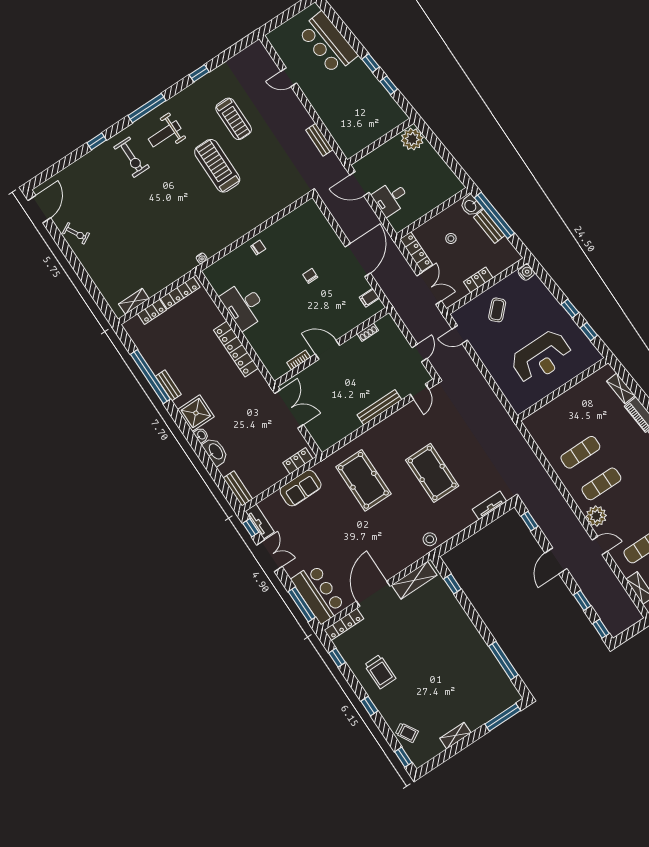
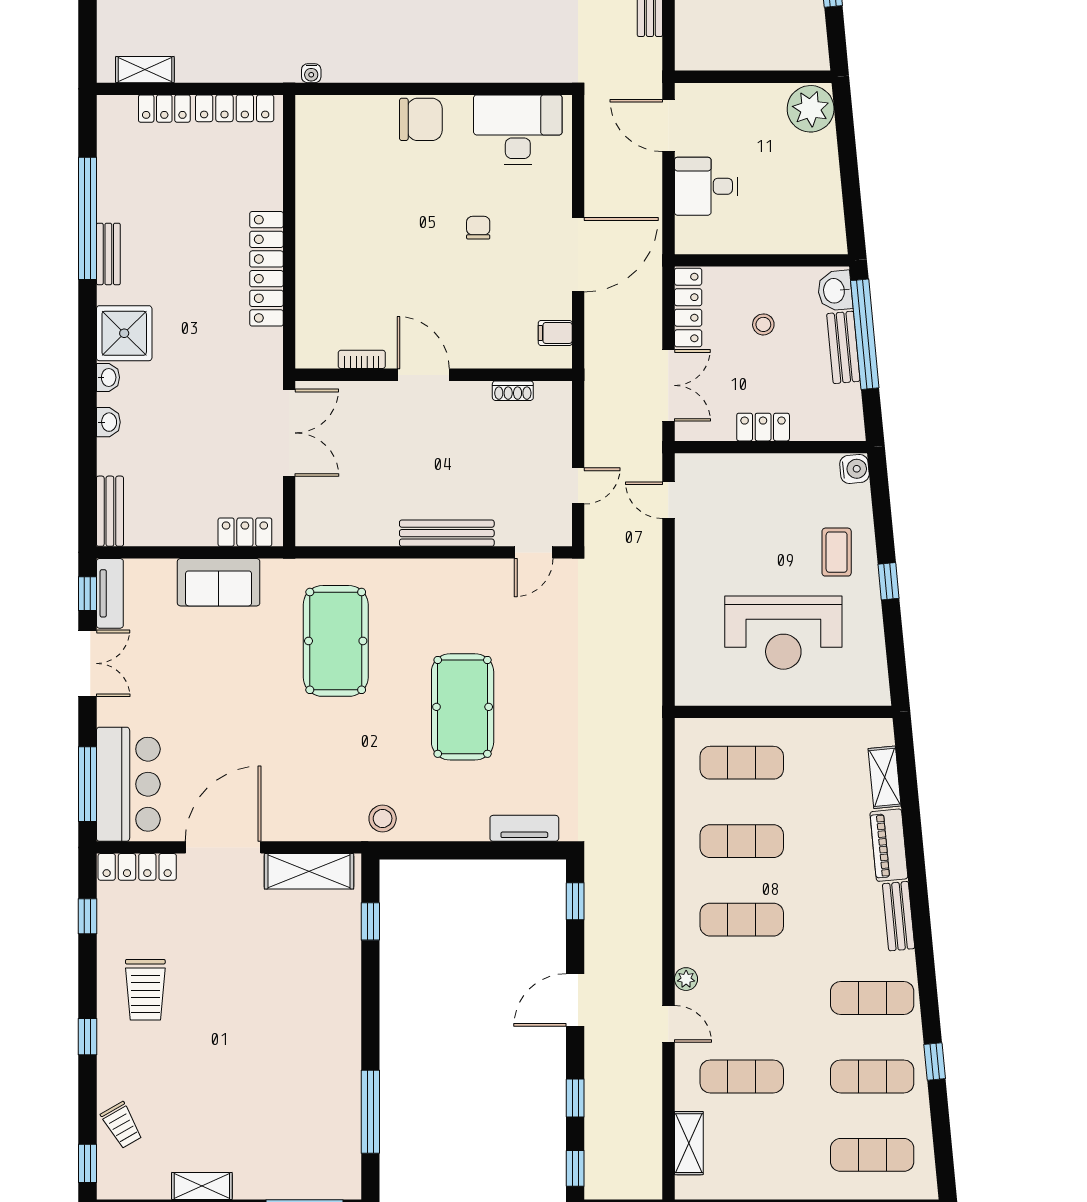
chair: (258, 248) -> (421, 119), width x1.87, depth x1.87
desk: (244, 305) -> (518, 129), moved, turned 90
coffee table: (497, 310) -> (837, 552), moved, turned -45
window: (589, 332) -> (894, 643), removed
exercise mat: (559, 421) -> (742, 763), added
washbasin: (215, 452) -> (108, 422), width x0.52, depth x0.69
plant: (596, 516) -> (686, 979), width x0.53, depth x0.53

